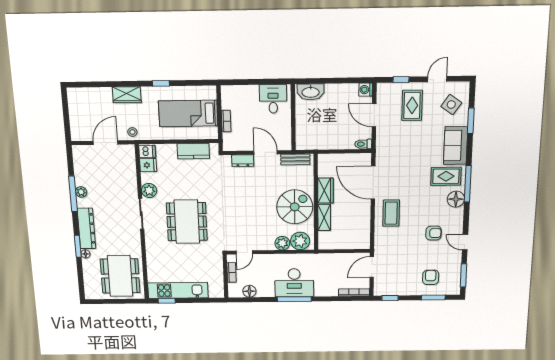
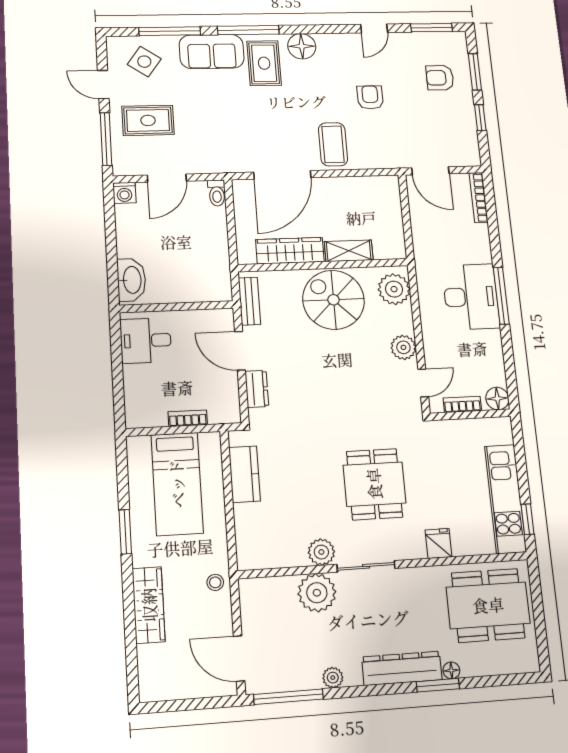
window: (401, 80) -> (106, 139), width x2.17
window: (161, 83) -> (125, 532), width x1.50
wardrobe: (127, 95) -> (149, 605), width x1.50
window: (471, 121) -> (170, 31), width x1.44
door: (105, 143) -> (239, 659), moved
dishwasher: (147, 151) -> (249, 556), removed
door: (266, 152) -> (240, 351), hinge flipped
fridge: (148, 165) -> (438, 543), moved
window: (468, 184) -> (248, 30), moved
plant: (127, 187) -> (317, 593), added
wardrobe: (325, 191) -> (290, 251), width x1.50
window: (73, 194) -> (289, 697), moved
coffee table: (391, 213) -> (333, 144), turned 90
dining table: (187, 222) -> (374, 484), width x0.73
armchair: (434, 233) -> (370, 97), moved
plant: (282, 243) -> (403, 347), moved
door: (244, 252) -> (423, 383), hinge flipped
floor lamp: (249, 291) -> (497, 399), moved
window: (390, 298) -> (480, 118), moved

